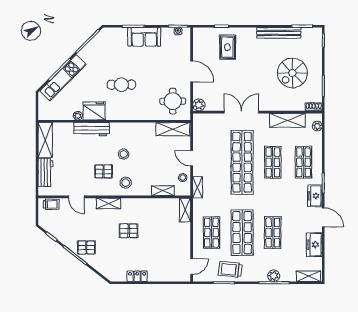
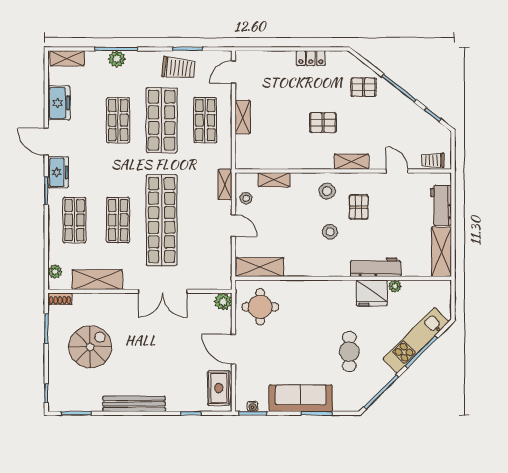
bench: (279, 33) -> (134, 404), moved
sofa: (144, 37) -> (301, 398), width x1.36
rug: (227, 47) -> (219, 388), moved
cafe table: (121, 85) -> (349, 352), moved, turned 90
pallet: (103, 171) -> (359, 207), turned 90
shelving: (185, 210) -> (243, 117), moved
pallet: (86, 247) -> (364, 87), moved

